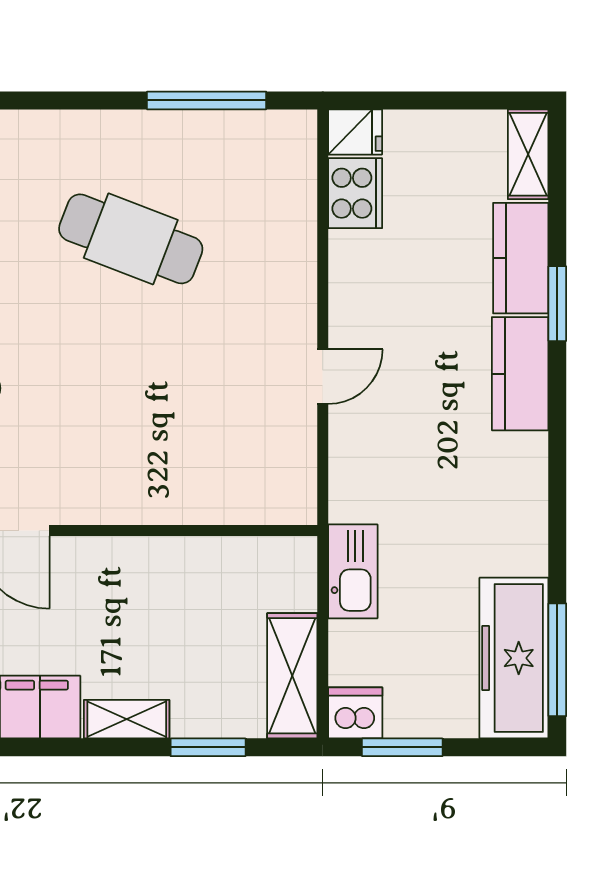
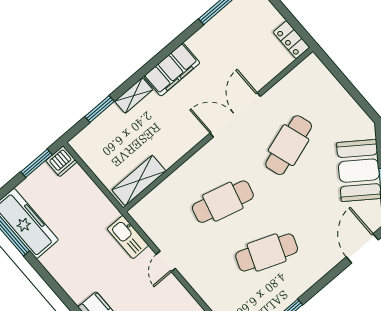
cafe table: (131, 396) -> (223, 202), added
kitchen sink: (353, 571) -> (128, 237), moved
shelving: (292, 676) -> (139, 180), moved, turned 90

